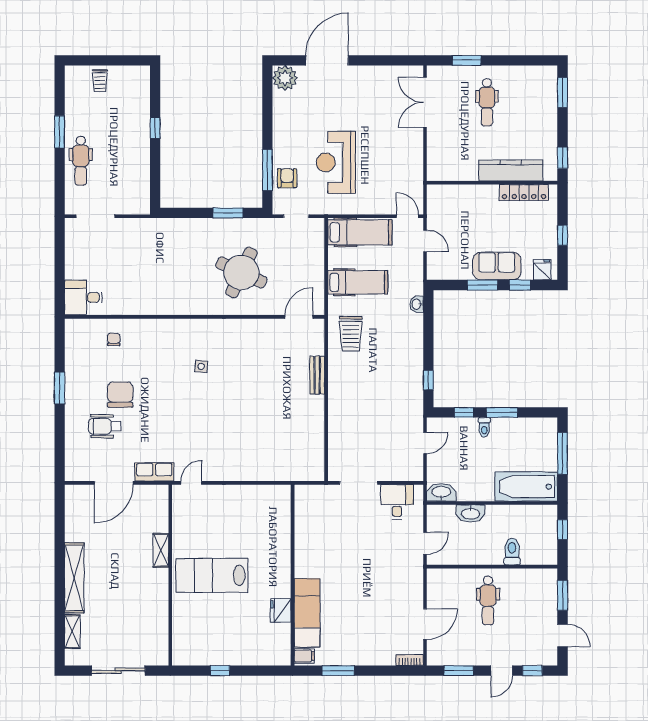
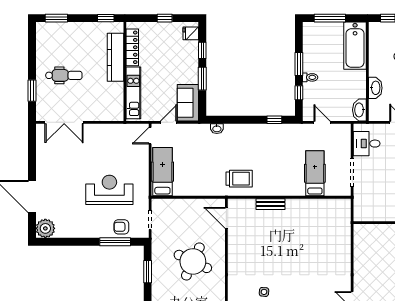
reception desk: (336, 162) -> (109, 190), turned 180
kitchen unit: (464, 194) -> (133, 93), added
sofa: (497, 266) -> (188, 103), moved
hospital bed: (358, 282) -> (315, 173), moved

